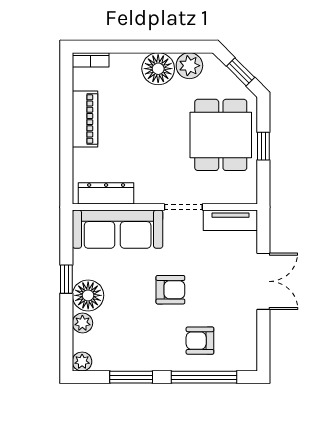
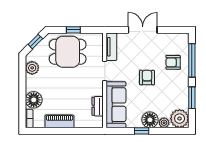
floor lamp: (158, 69) -> (34, 100), moved
dresser: (106, 193) -> (98, 106), width x0.70
armchair: (200, 341) -> (173, 62), turned 90
plant: (82, 362) -> (180, 119), width x1.88, depth x1.88

